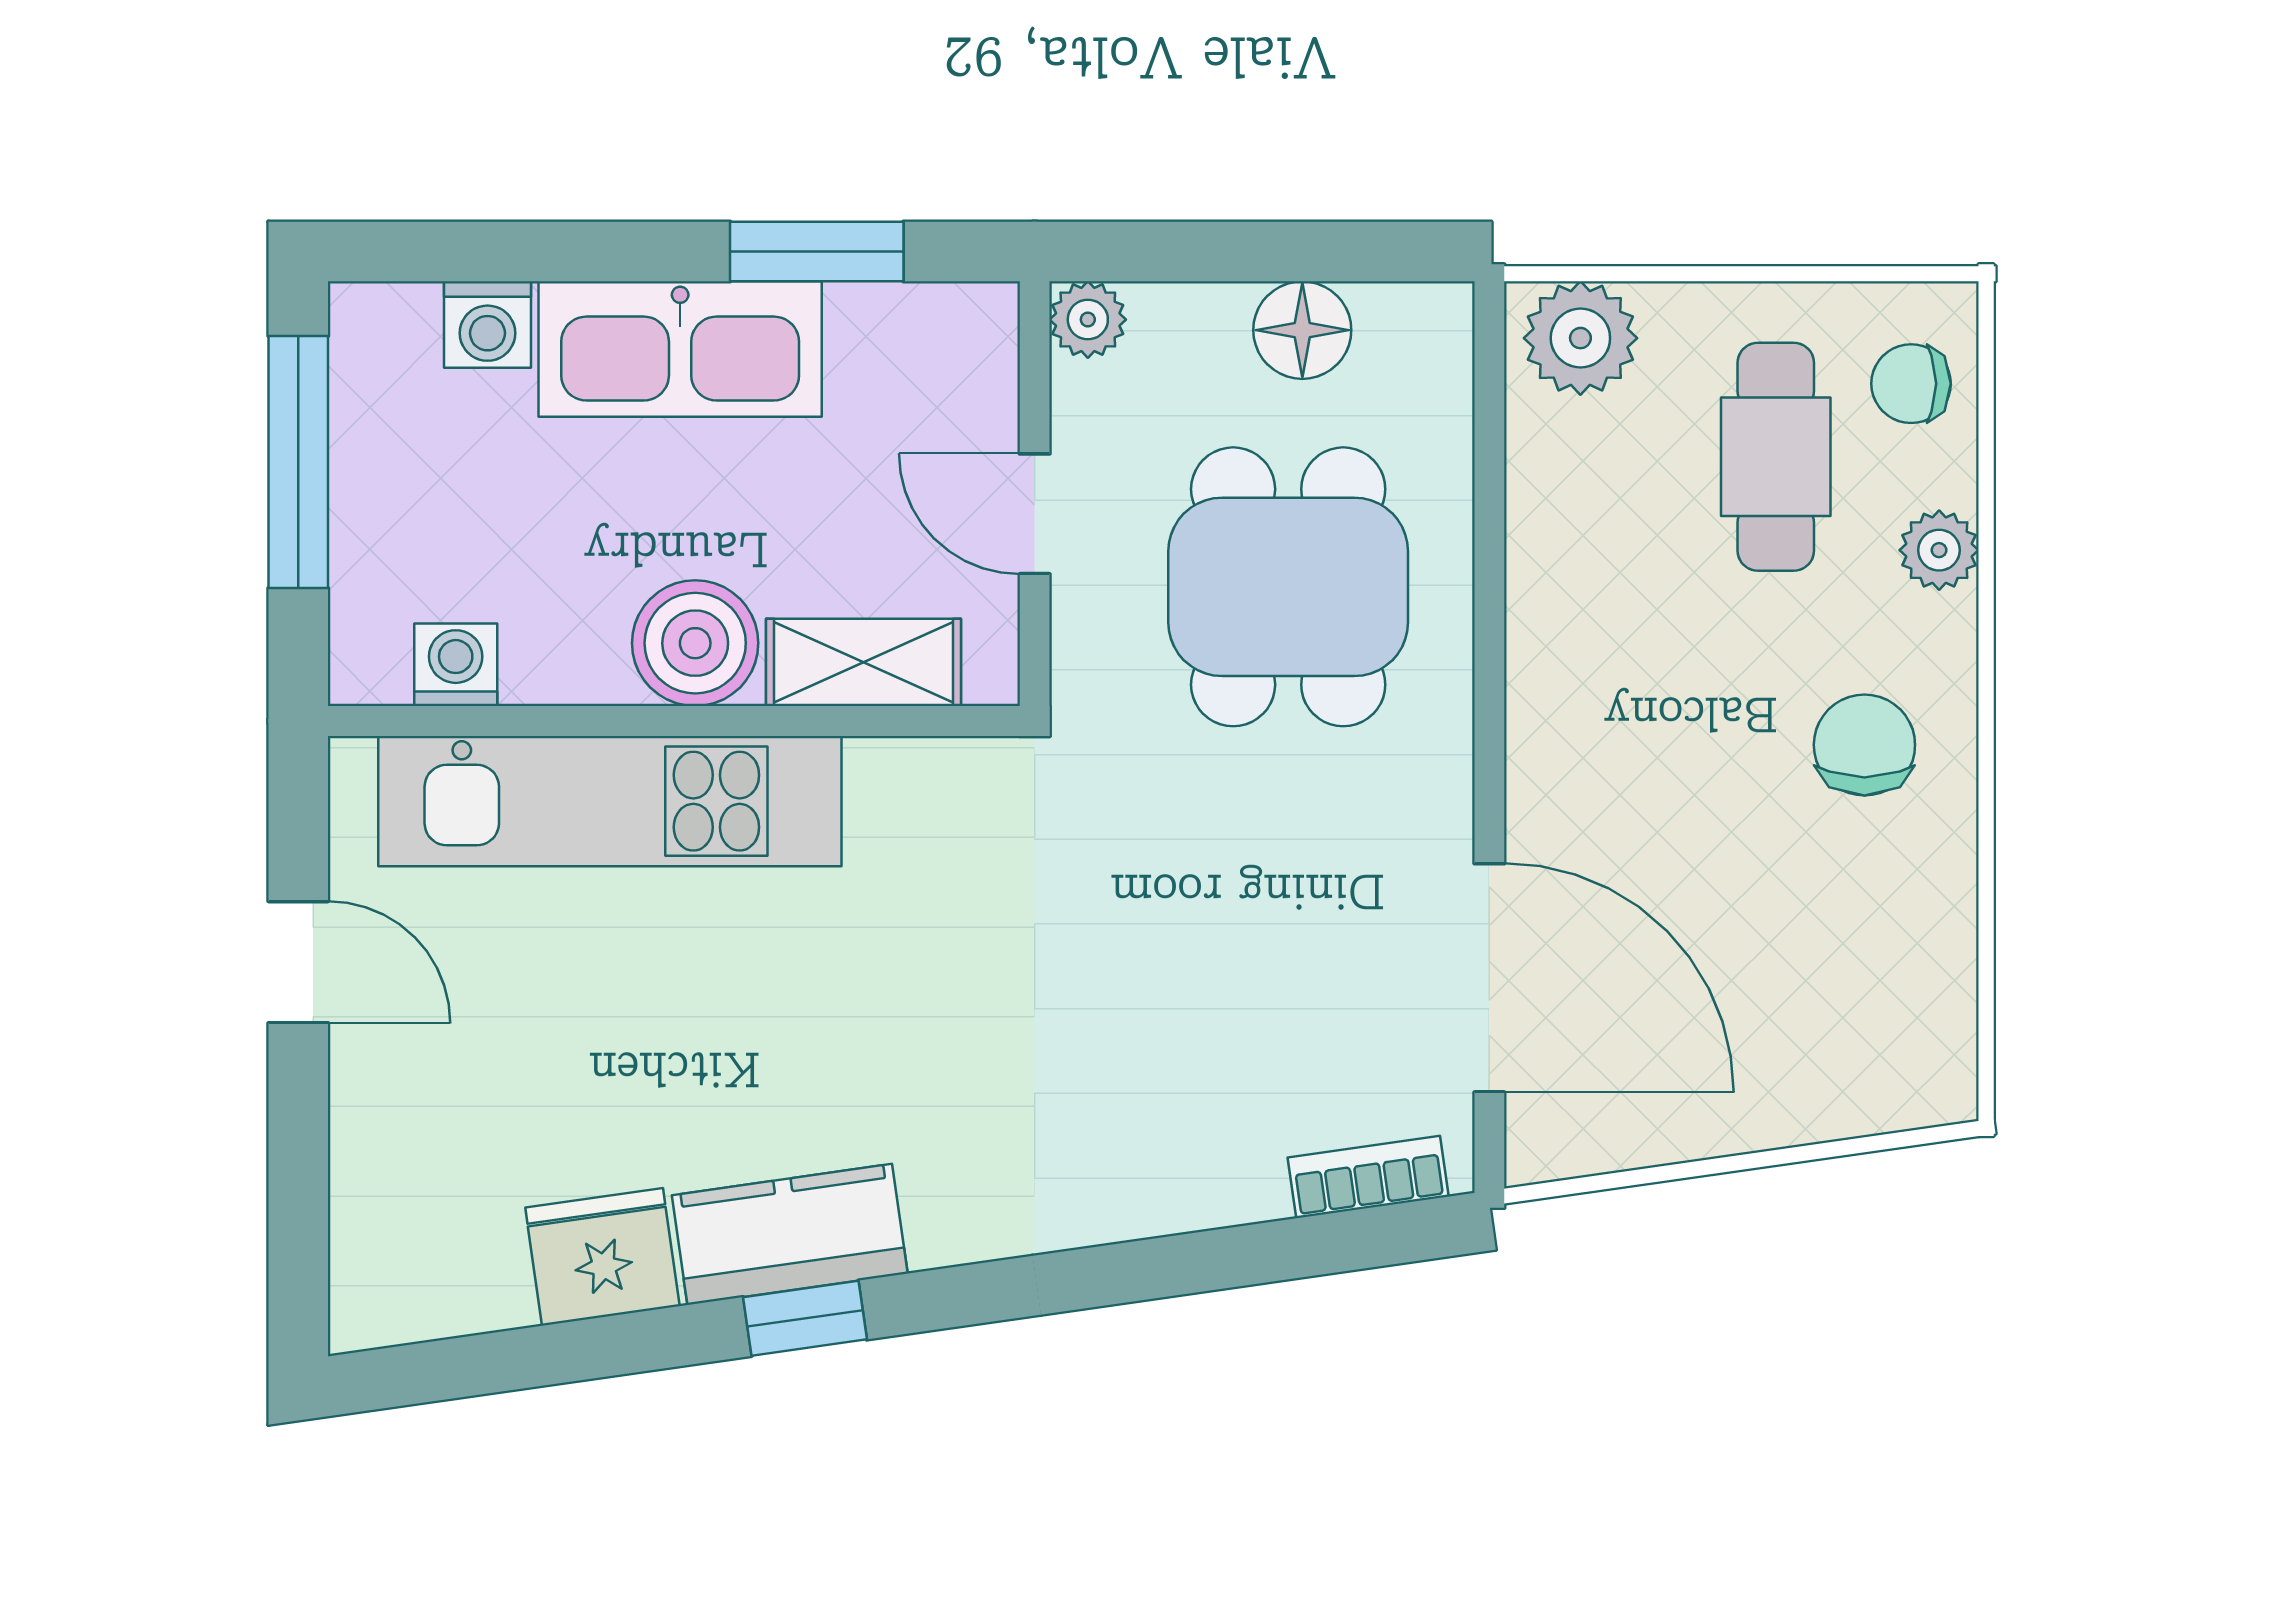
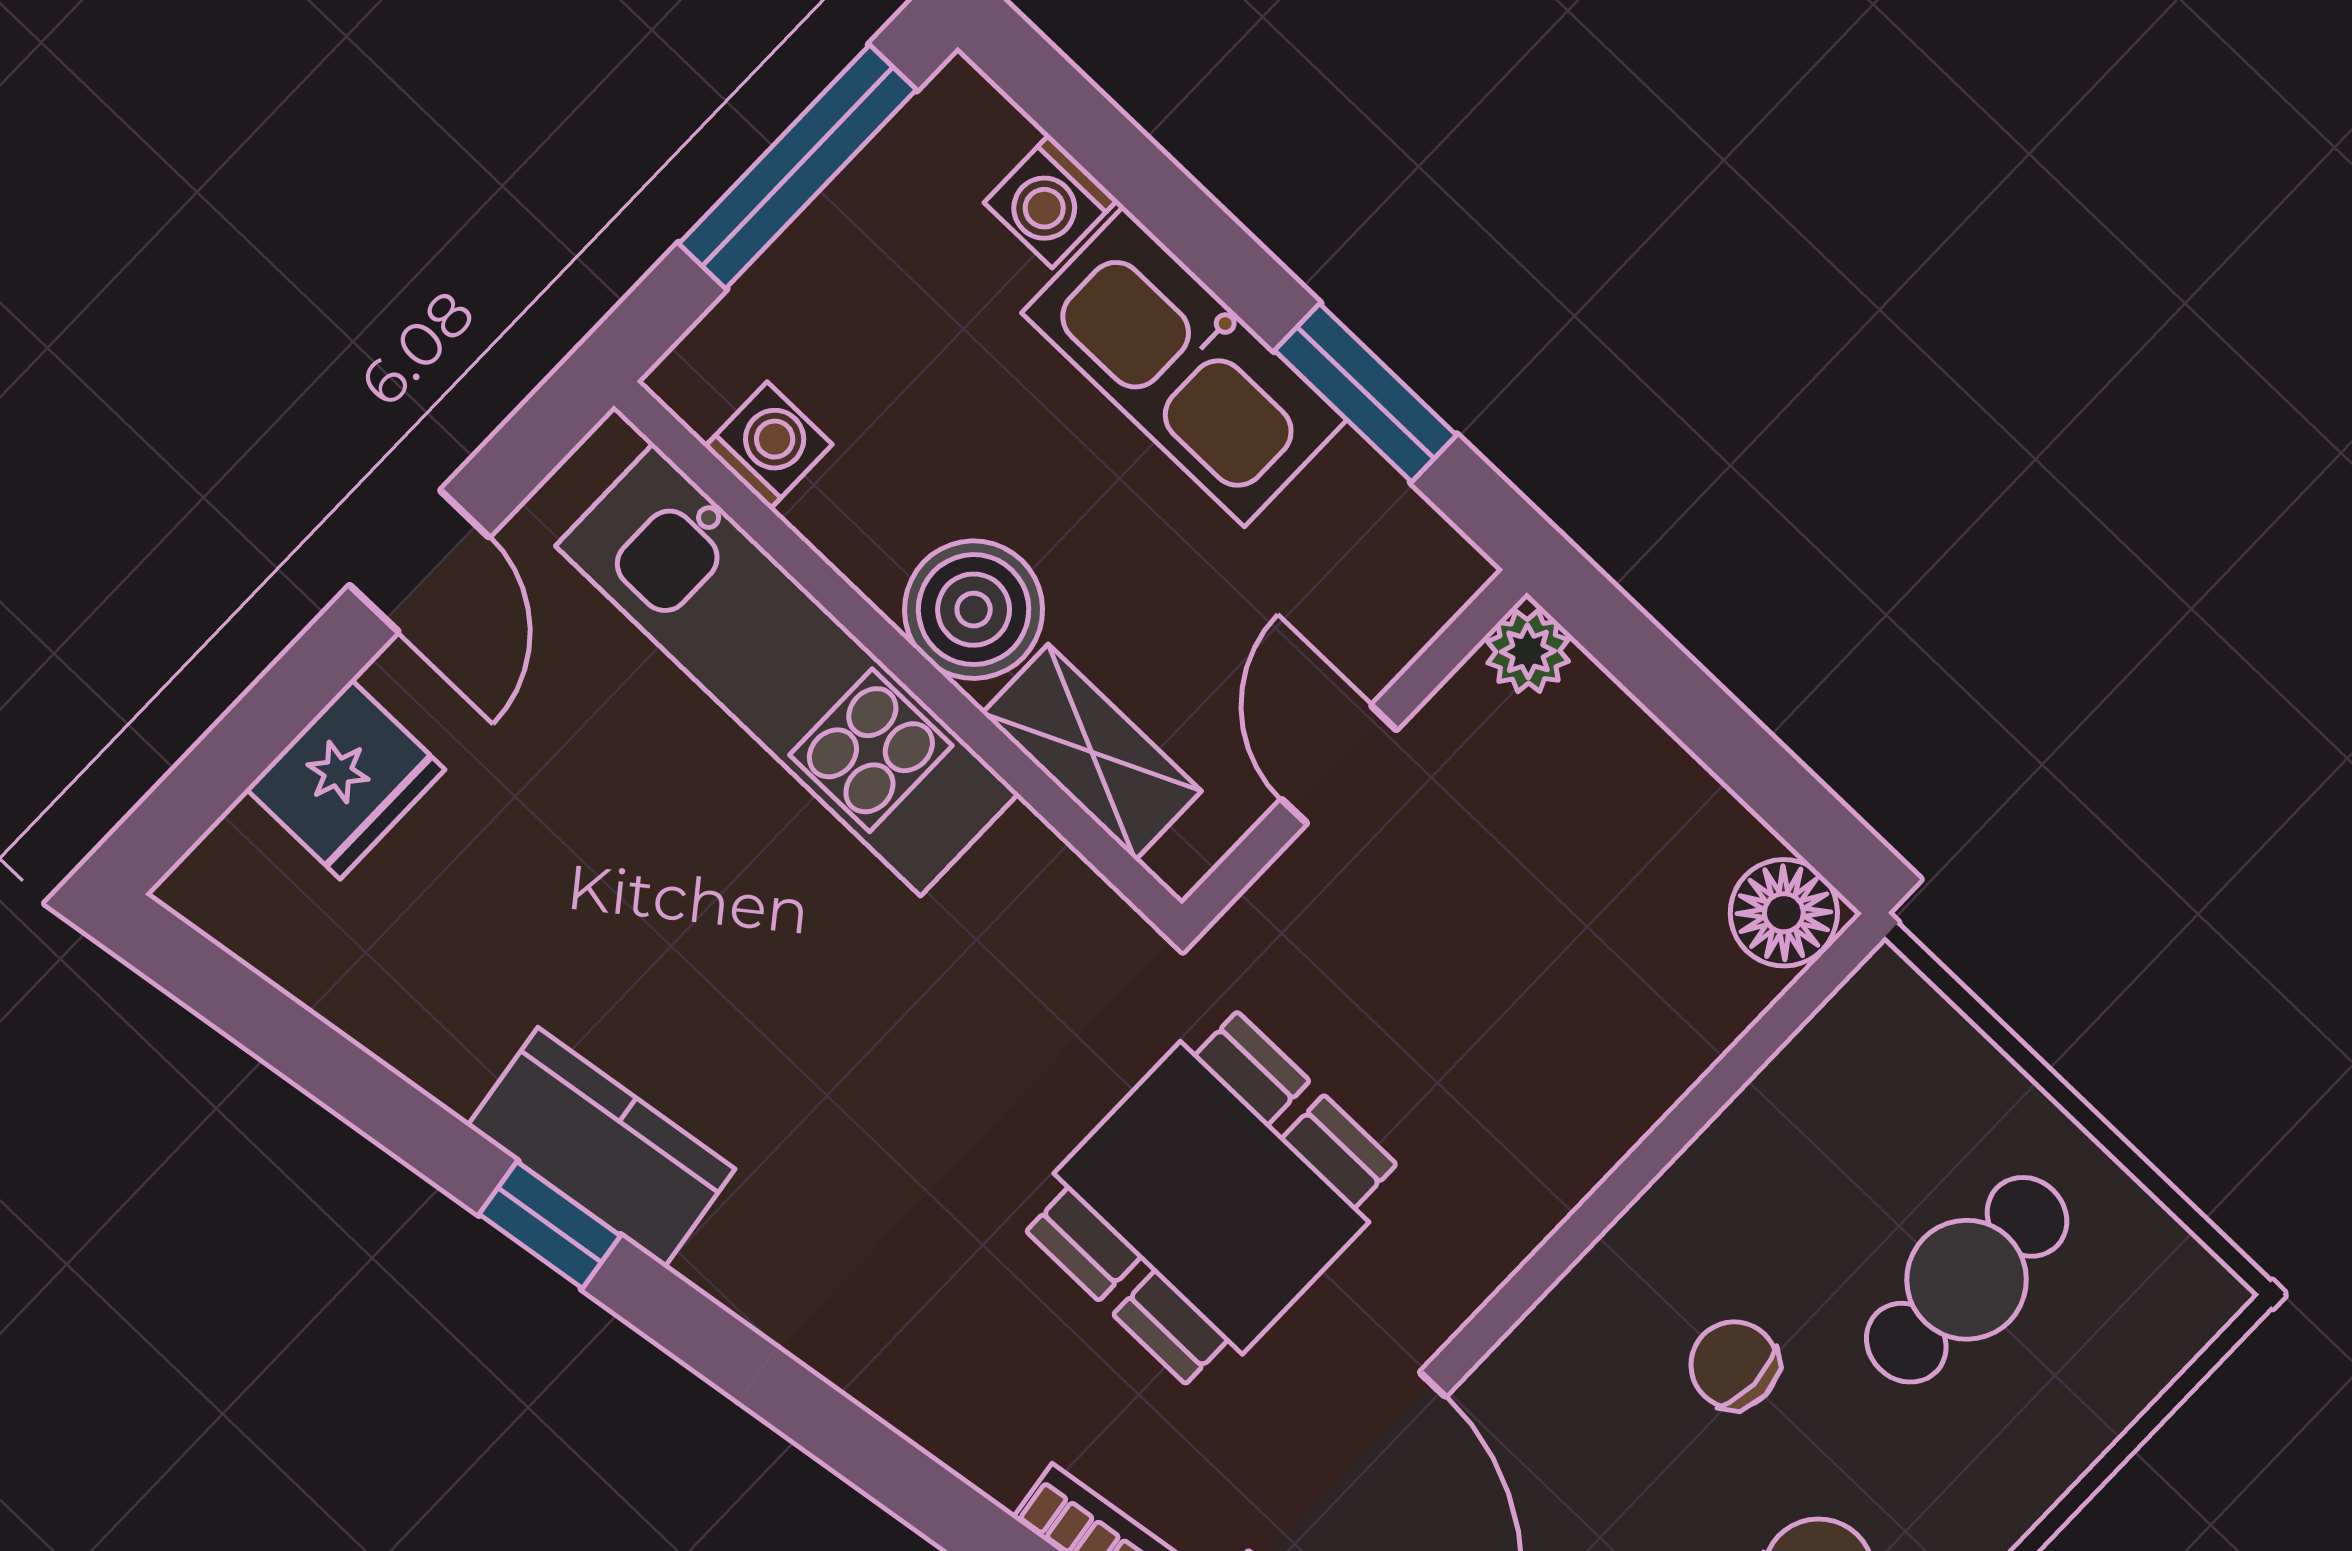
floor lamp: (1302, 330) -> (1784, 913), moved
plant: (1580, 338) -> (1902, 1038), removed
chair: (1911, 384) -> (1734, 1365), moved
plant: (1939, 550) -> (2025, 1477), removed
dining table: (1288, 587) -> (1211, 1198), moved
fridge: (602, 1257) -> (346, 779), moved, turned 98

